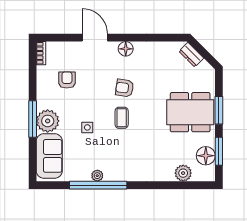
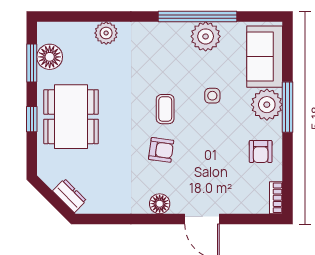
armchair: (67, 80) -> (261, 152), moved
window: (219, 110) -> (32, 119), width x0.67
dining table: (190, 112) -> (71, 117), turned 90
plant: (183, 173) -> (106, 33), moved
plant: (97, 176) -> (206, 36), width x1.88, depth x1.88

